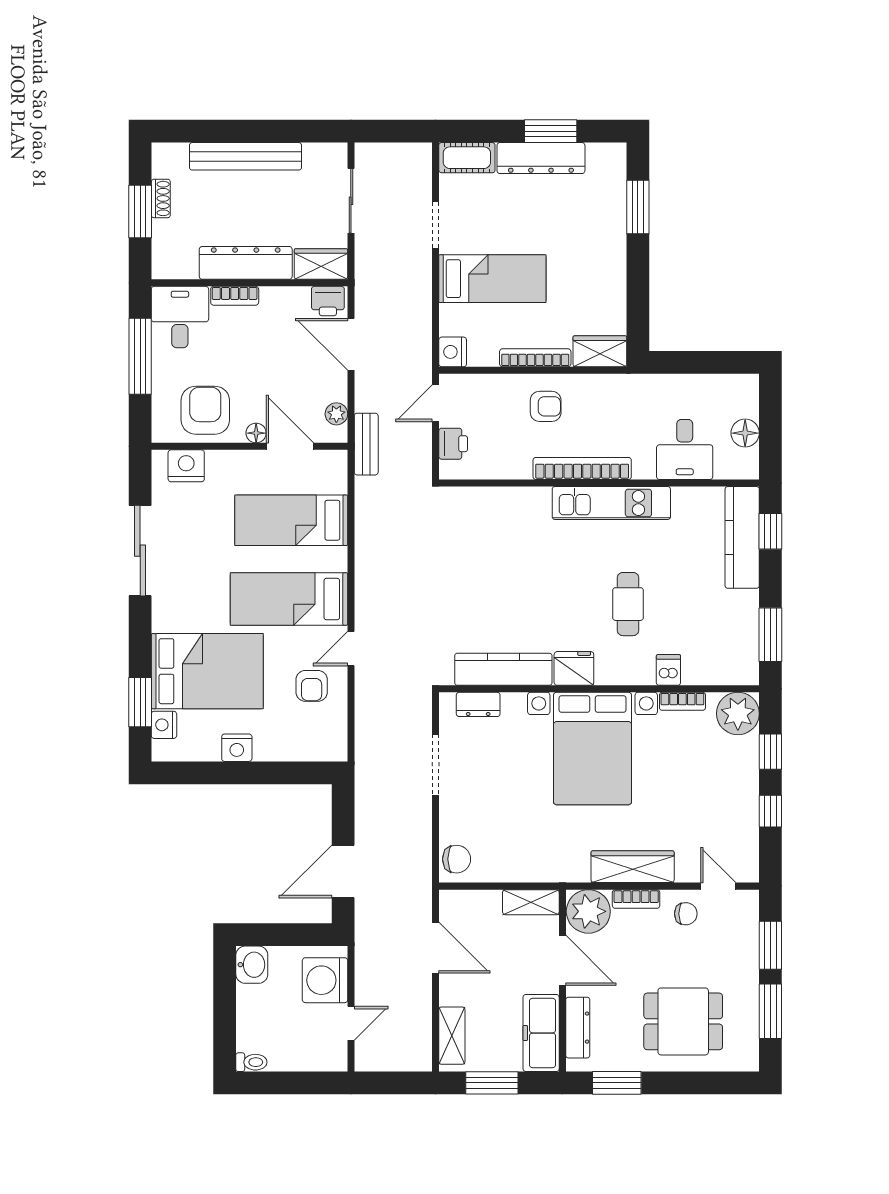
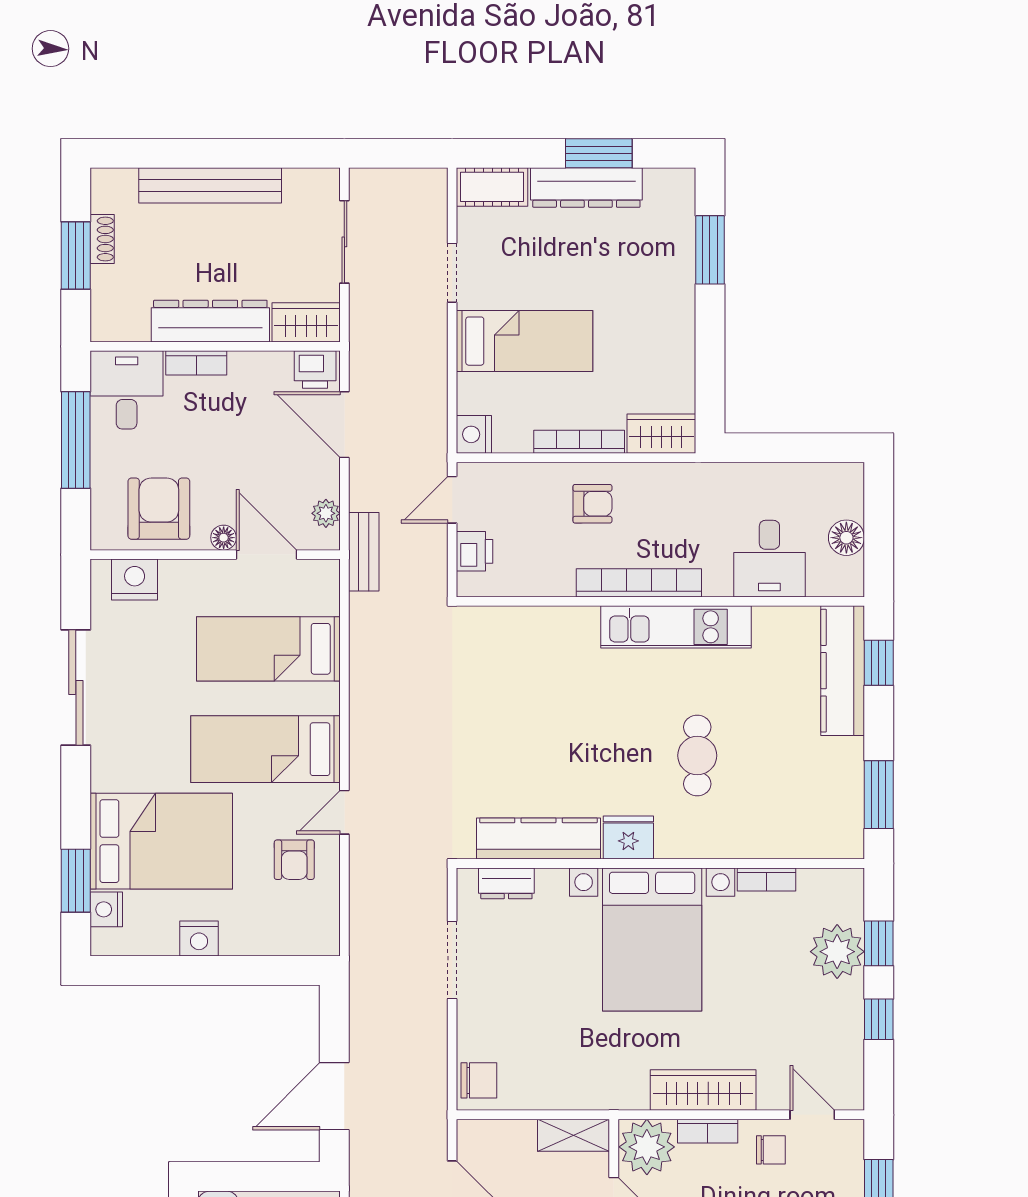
dishwasher: (668, 670) -> (749, 839), removed
plant: (738, 713) -> (837, 952), moved

